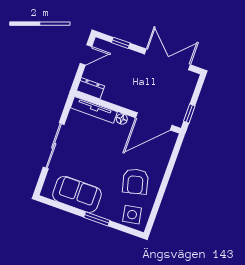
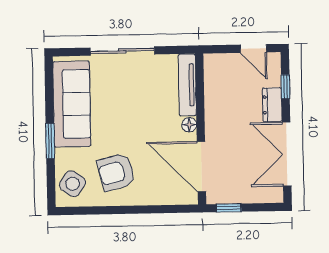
double door: (167, 59) -> (287, 154), swing flipped
dresser: (91, 88) -> (272, 105), moved, turned 180
sofa: (77, 194) -> (72, 104), width x1.36
side table: (132, 215) -> (72, 184), turned 45

